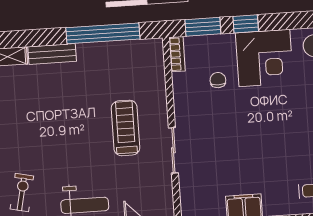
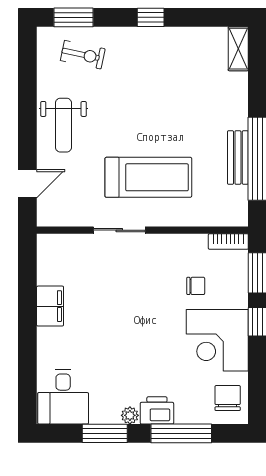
bench: (52, 54) -> (238, 157), moved
treadmill: (126, 128) -> (148, 177), width x1.37, depth x1.38

